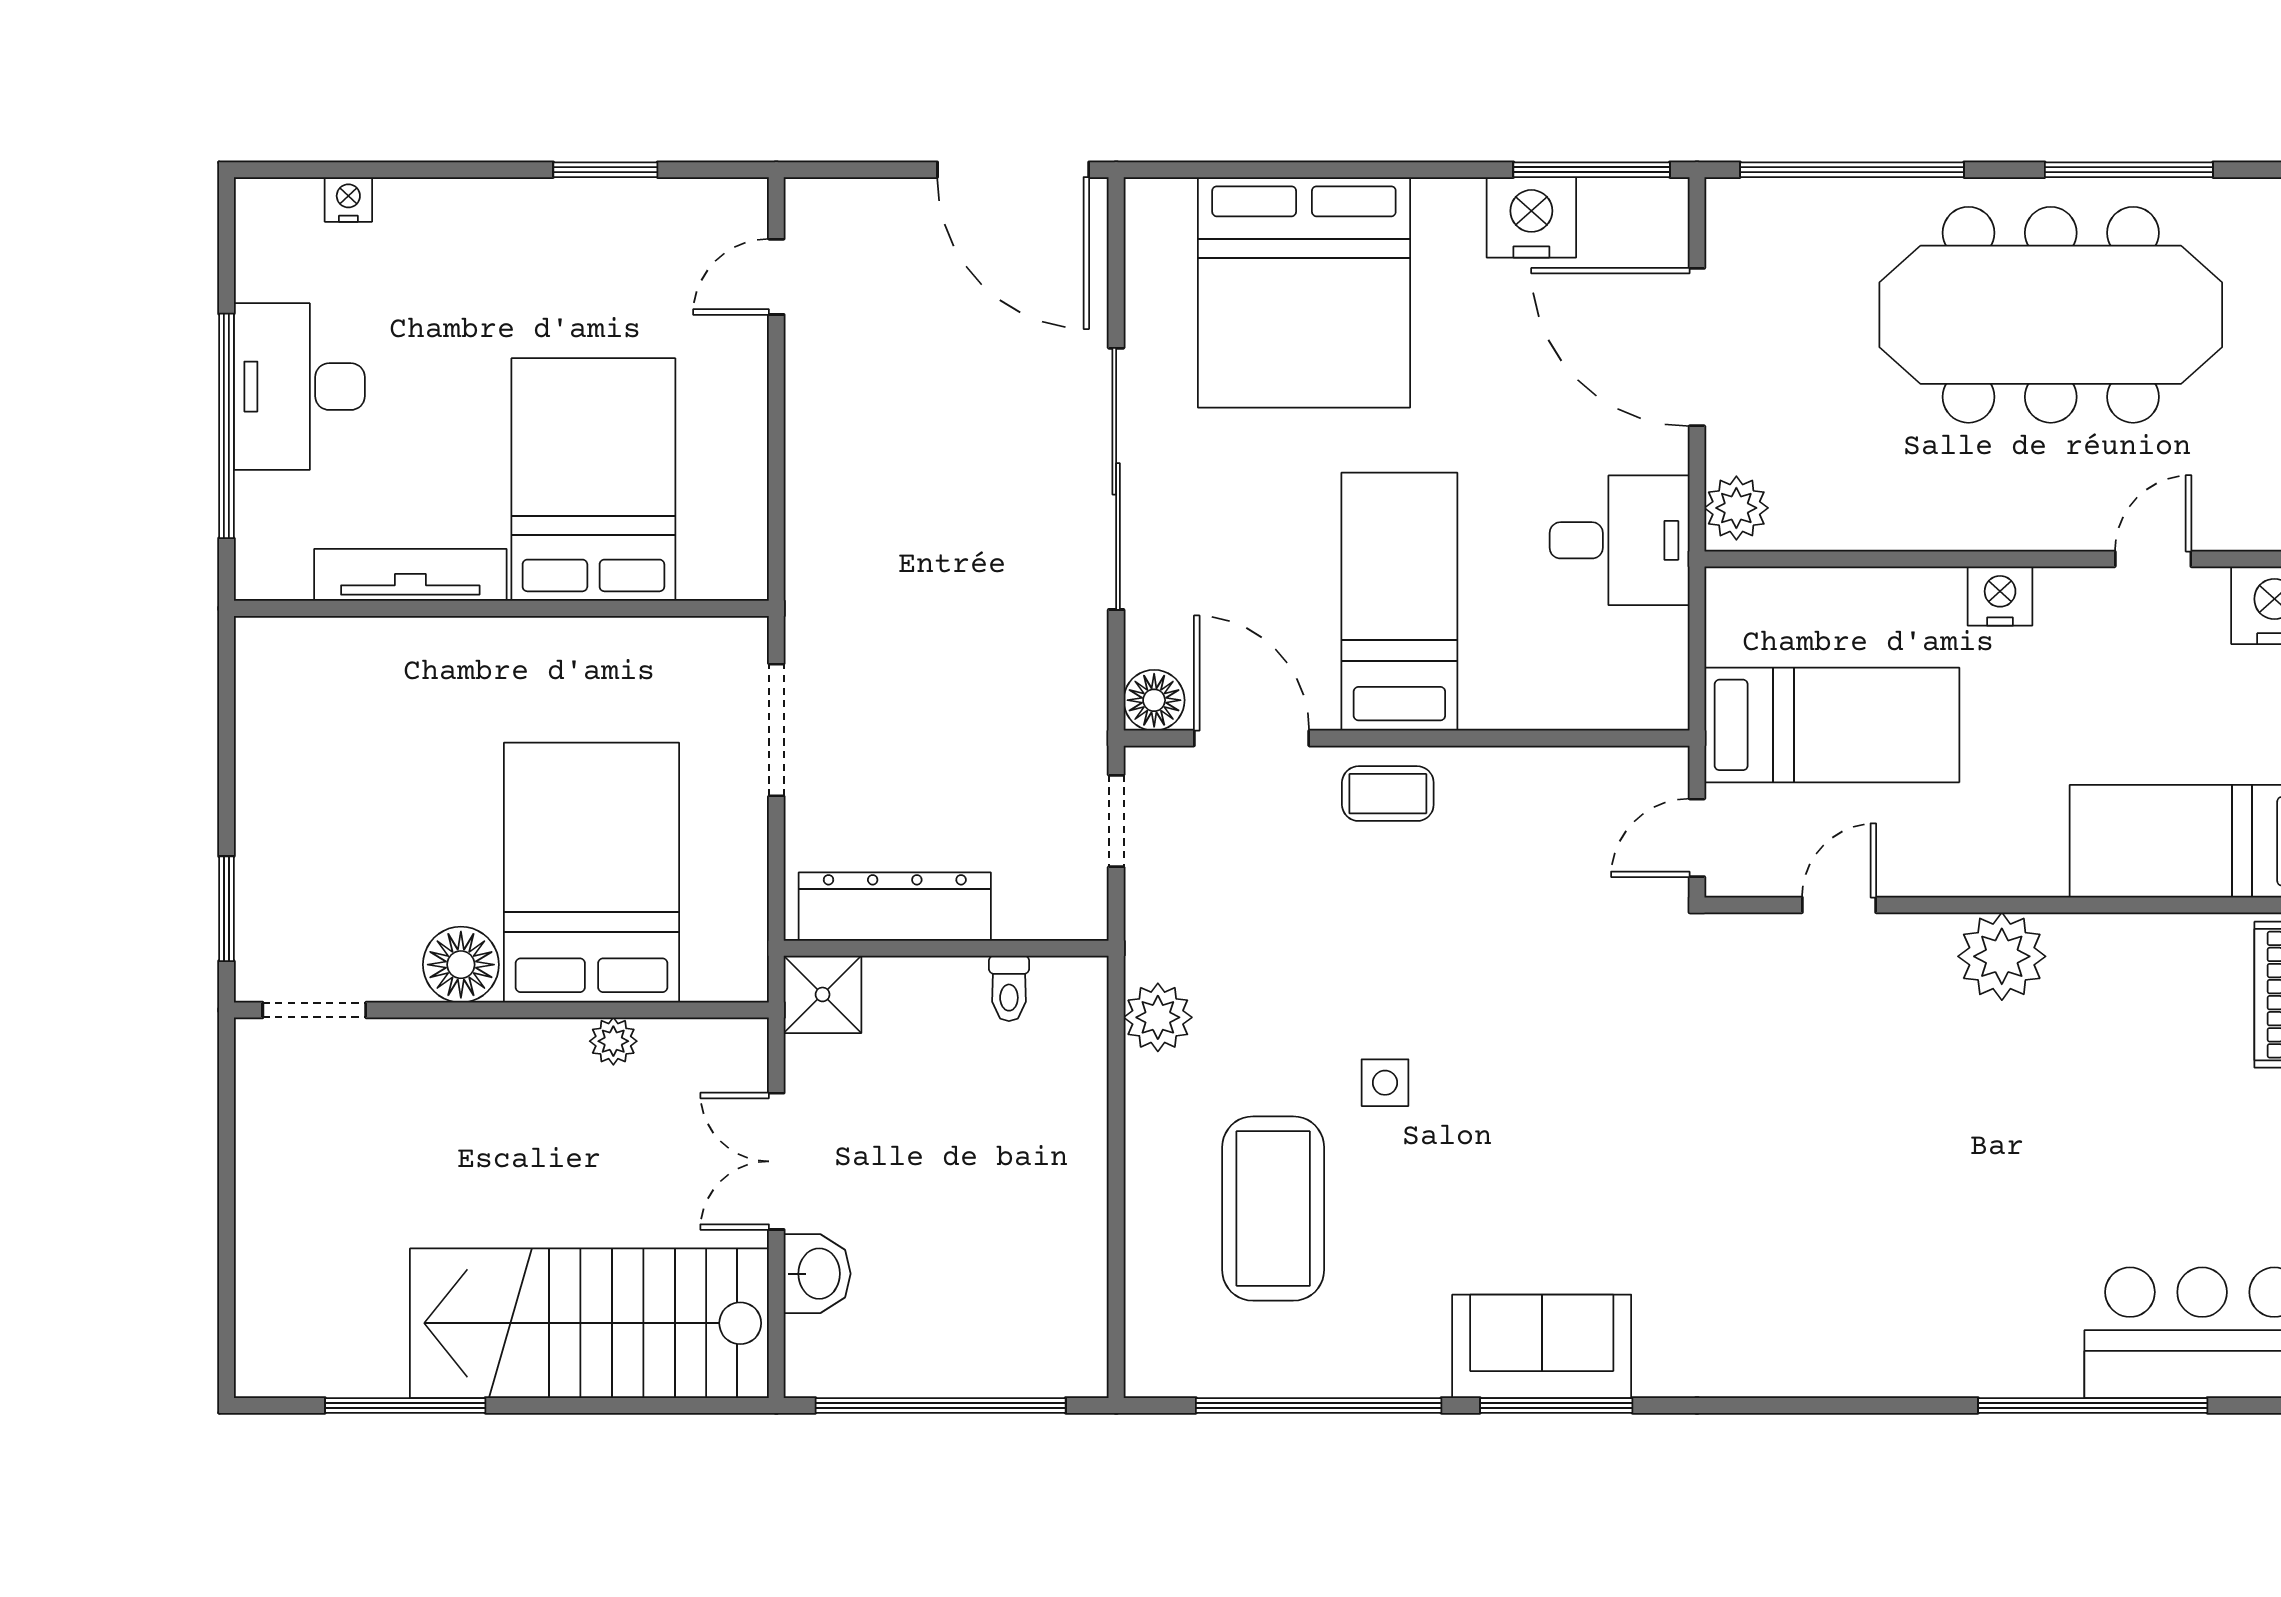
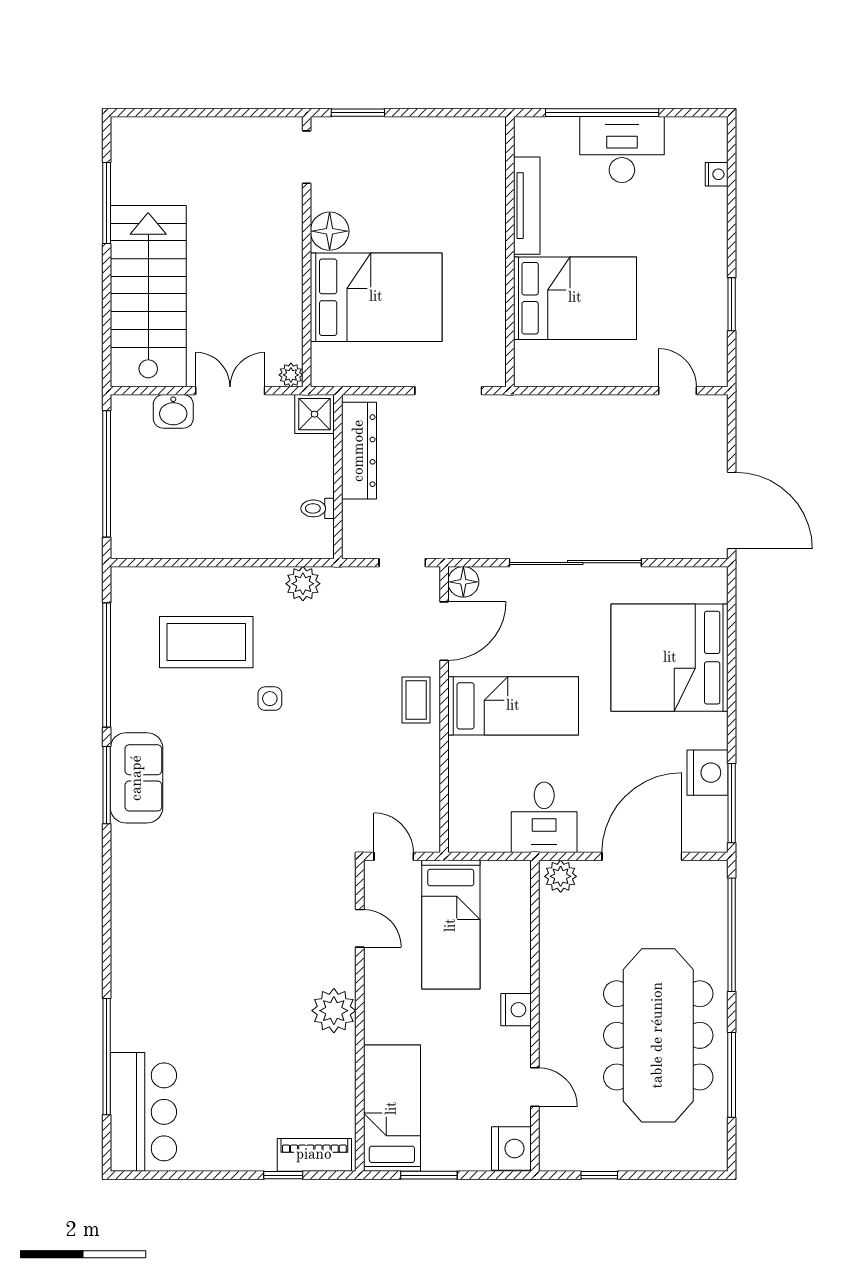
door: (1013, 170) -> (732, 510), swing flipped
plant: (613, 1041) -> (291, 375), moved

